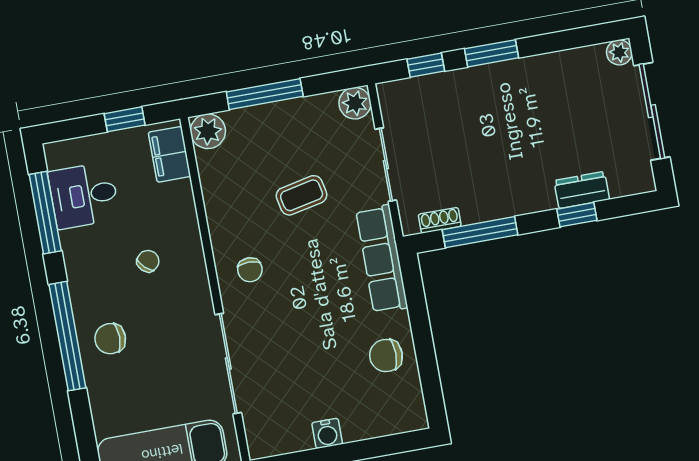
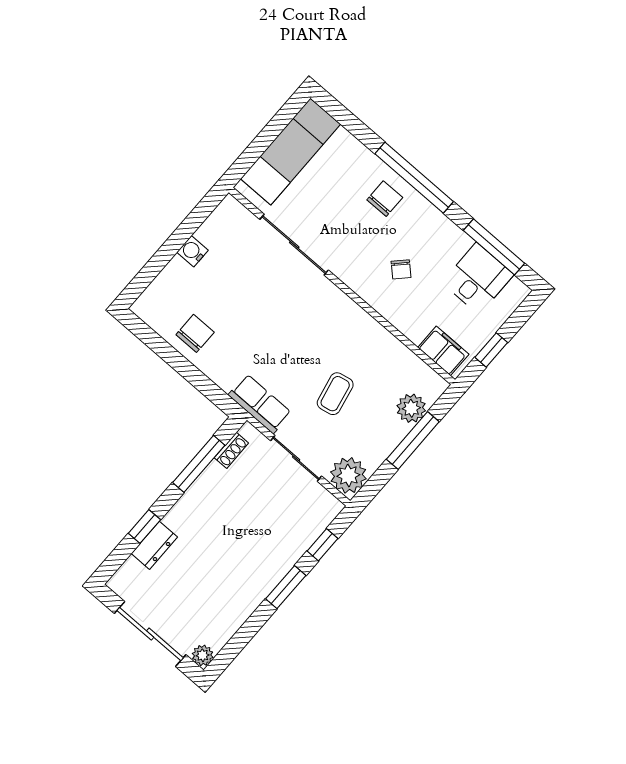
plant: (355, 103) -> (348, 475), width x1.36, depth x1.36
plant: (208, 131) -> (411, 408), moved
row of seats: (382, 259) -> (260, 404), width x0.68
chair: (250, 270) -> (330, 318), removed

